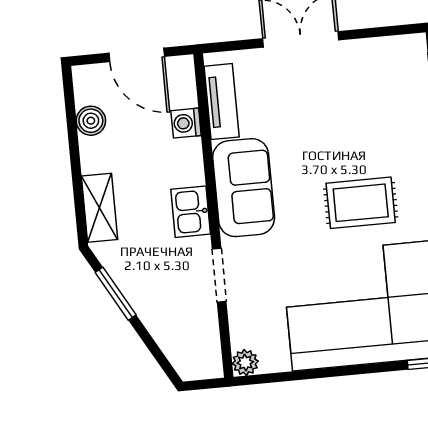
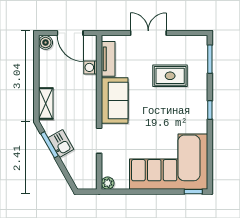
boiler: (91, 121) -> (46, 43), moved
rug: (361, 203) -> (170, 76), moved
kitchen sink: (191, 212) -> (61, 144), moved, turned 150

